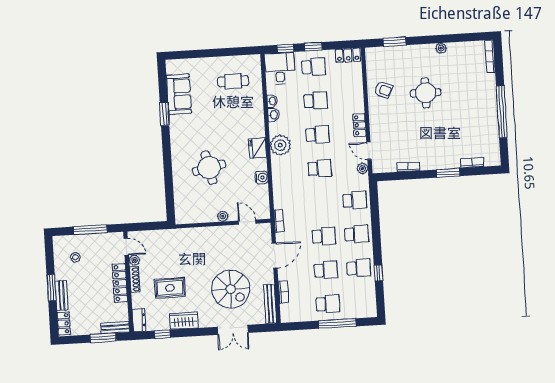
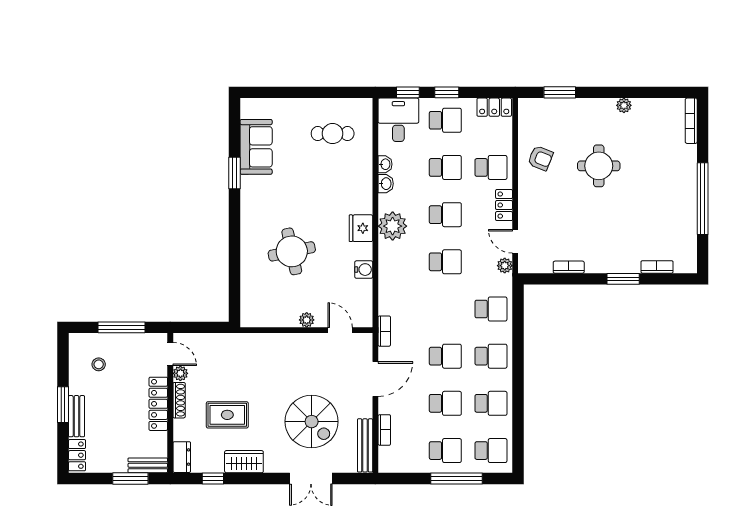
school desk: (348, 99) -> (491, 167), added
window: (378, 273) -> (518, 412), removed
school desk: (361, 302) -> (491, 451), added

